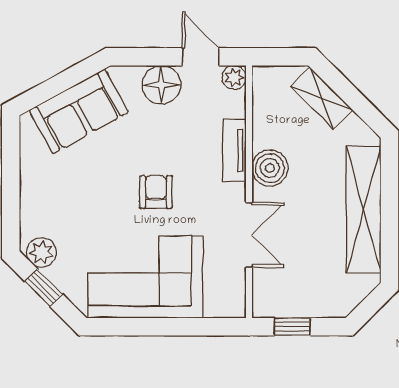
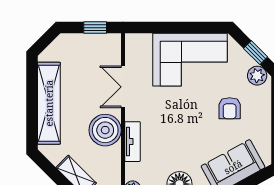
boiler: (270, 168) -> (105, 130), width x1.37, depth x1.37
armchair: (156, 192) -> (230, 108), moved

